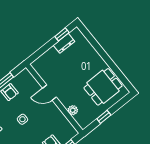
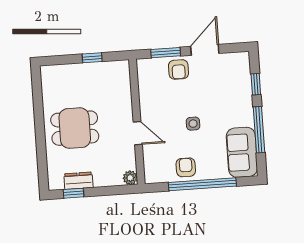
dining table: (103, 87) -> (75, 128), moved
plant: (73, 110) -> (130, 178), moved

